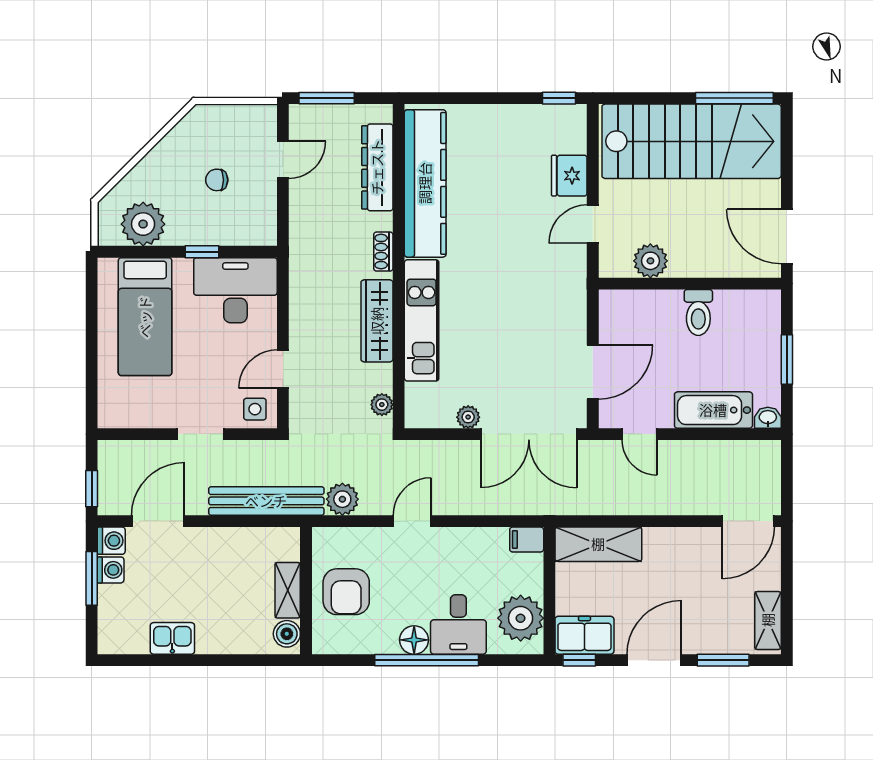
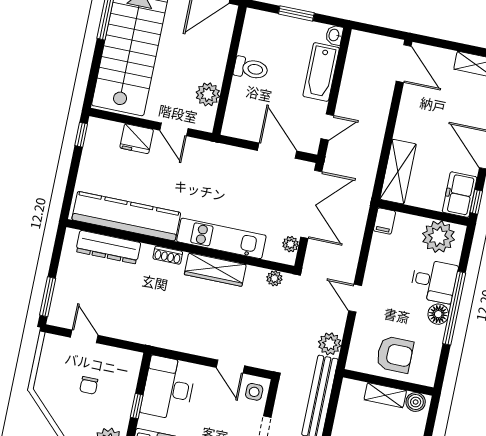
dresser: (377, 167) -> (108, 247), moved
kitchen counter: (425, 183) -> (126, 216), moved
shoe rack: (383, 252) -> (168, 255), moved
wall: (399, 266) -> (180, 247), moved
kitchen unit: (422, 320) -> (221, 238), moved
wardrobe: (377, 321) -> (215, 270), moved
plant: (382, 405) -> (274, 278), moved

